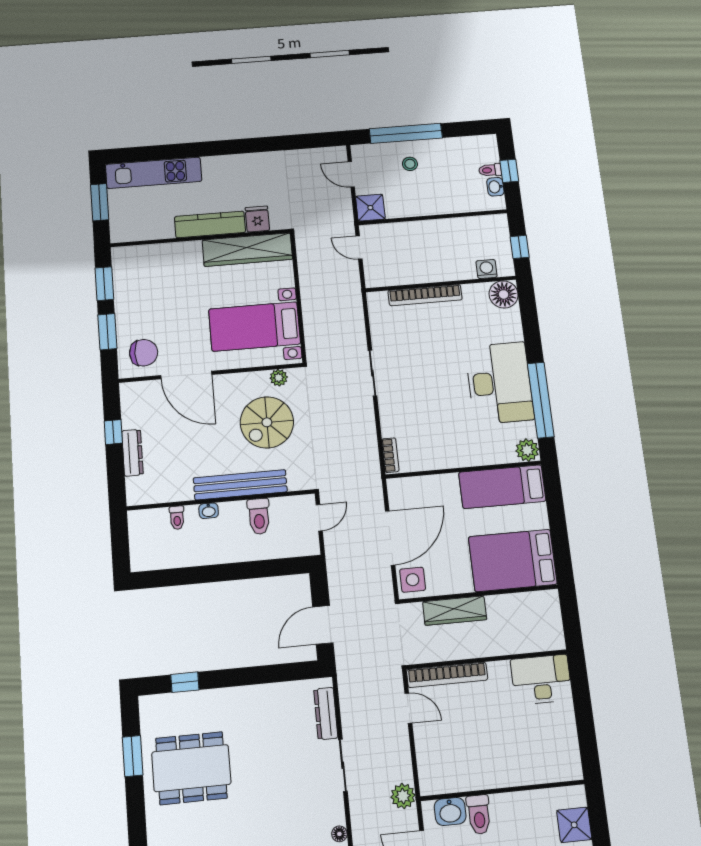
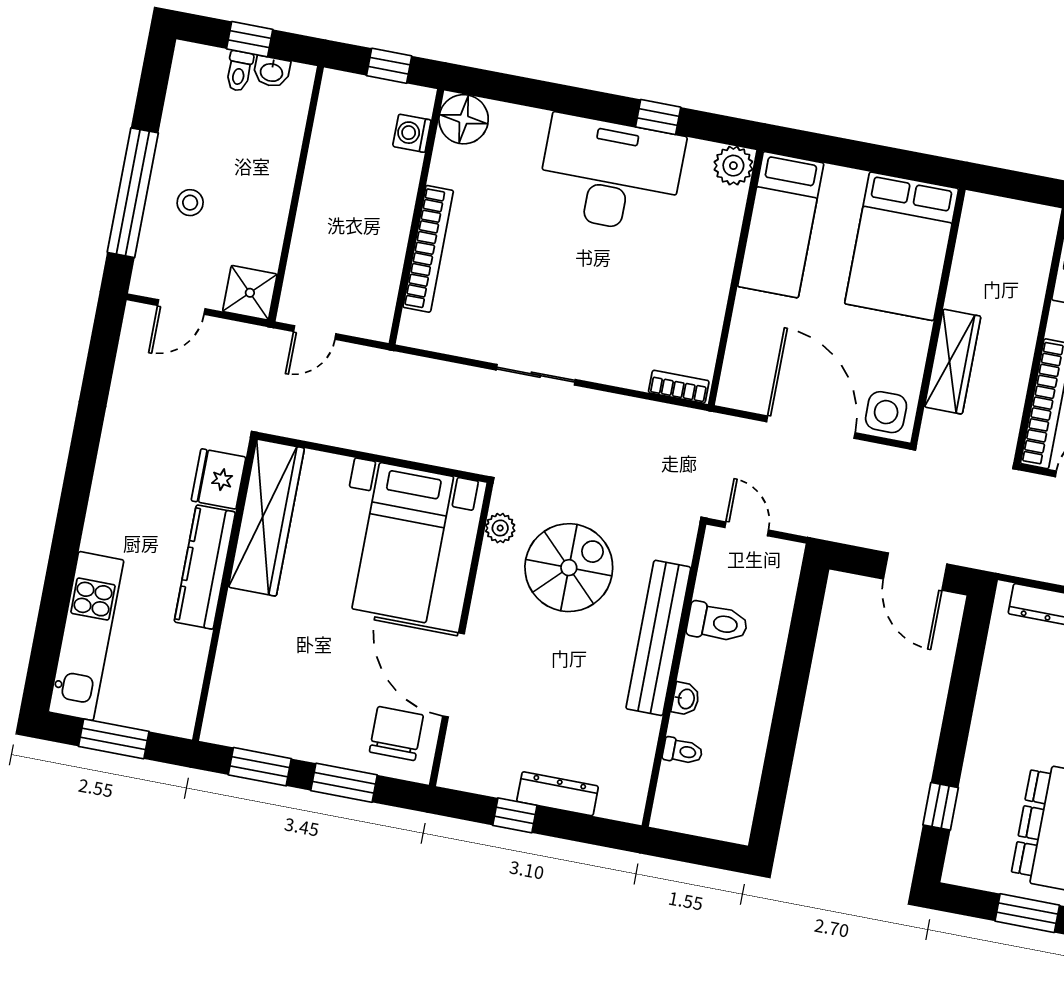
fridge: (257, 219) -> (219, 479), width x1.38
door: (186, 375) -> (453, 675), swing flipped
window: (541, 400) -> (658, 117), width x0.32
spiral stairs: (267, 422) -> (569, 568), turned -90

